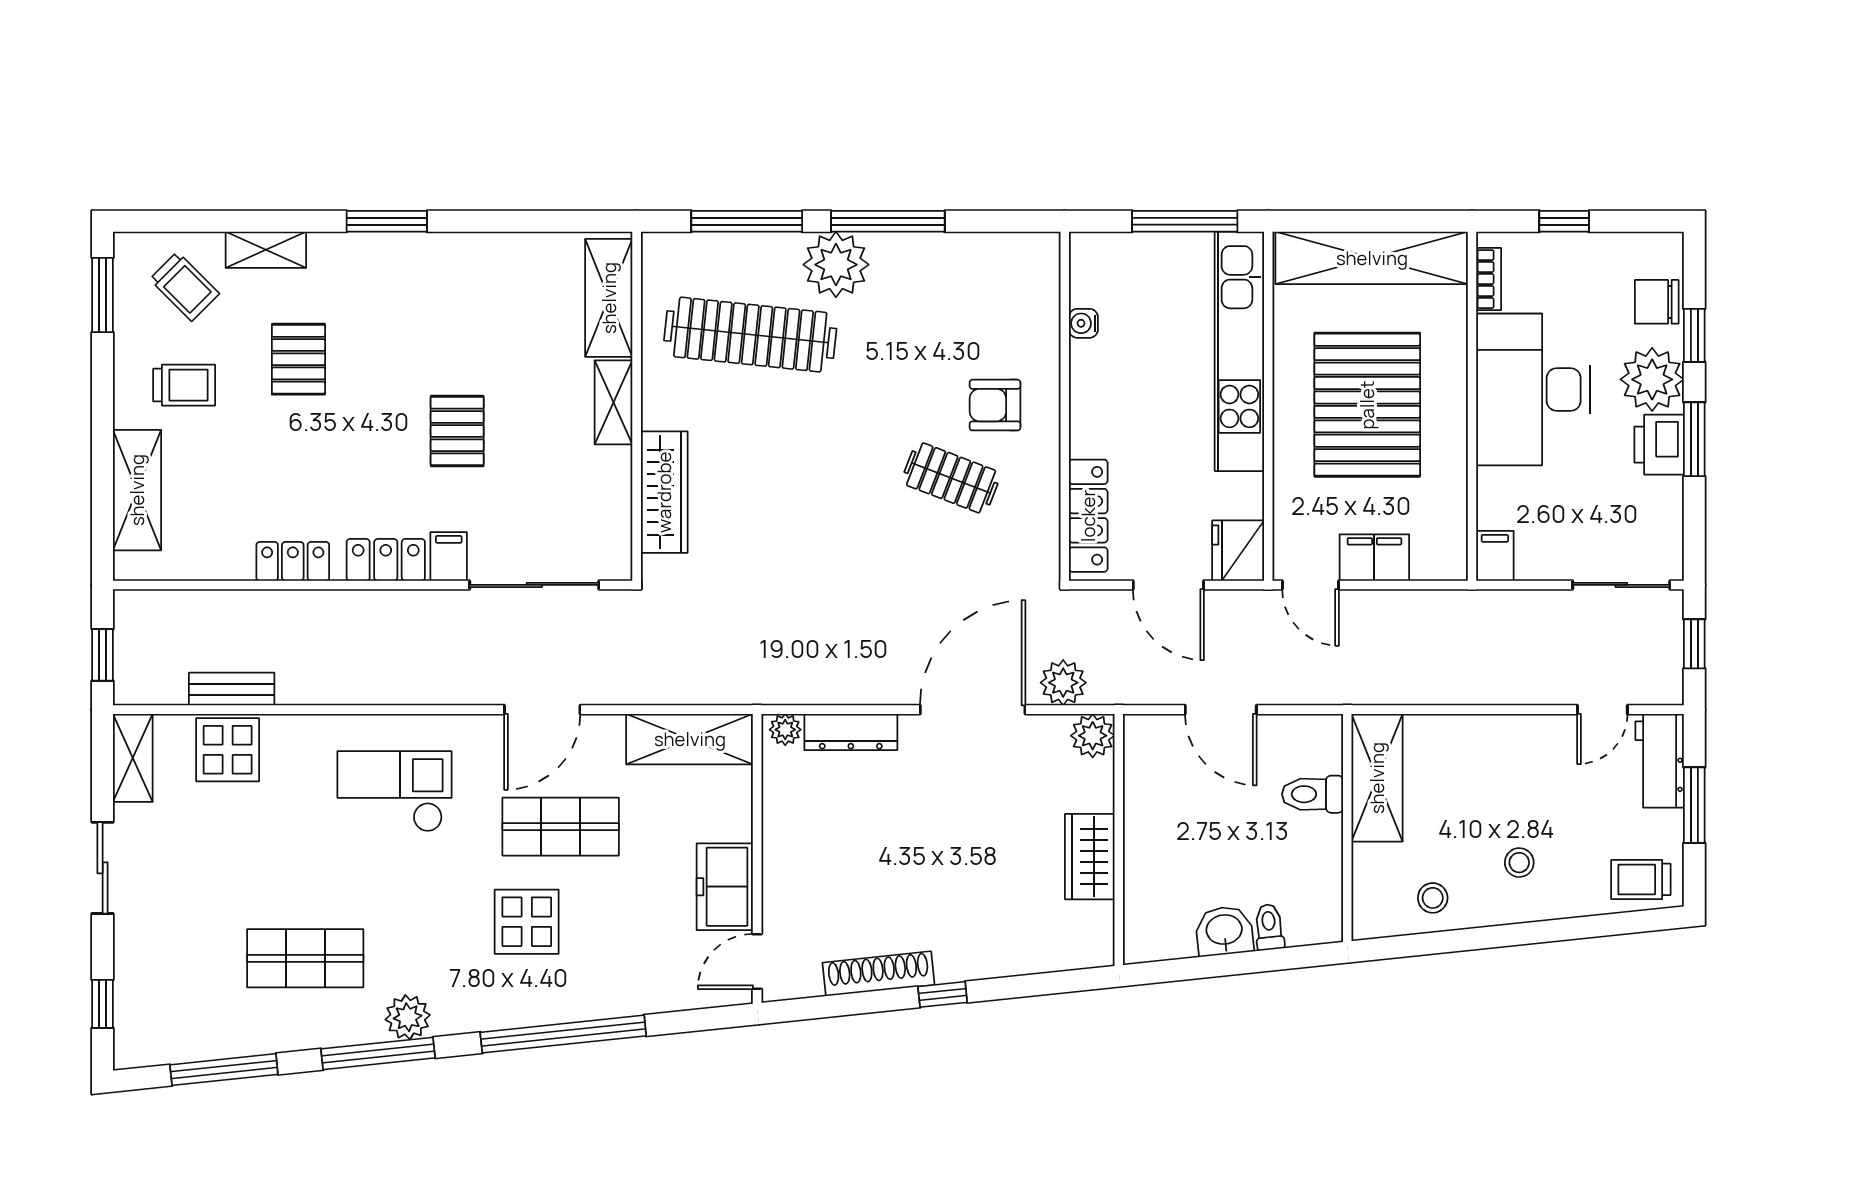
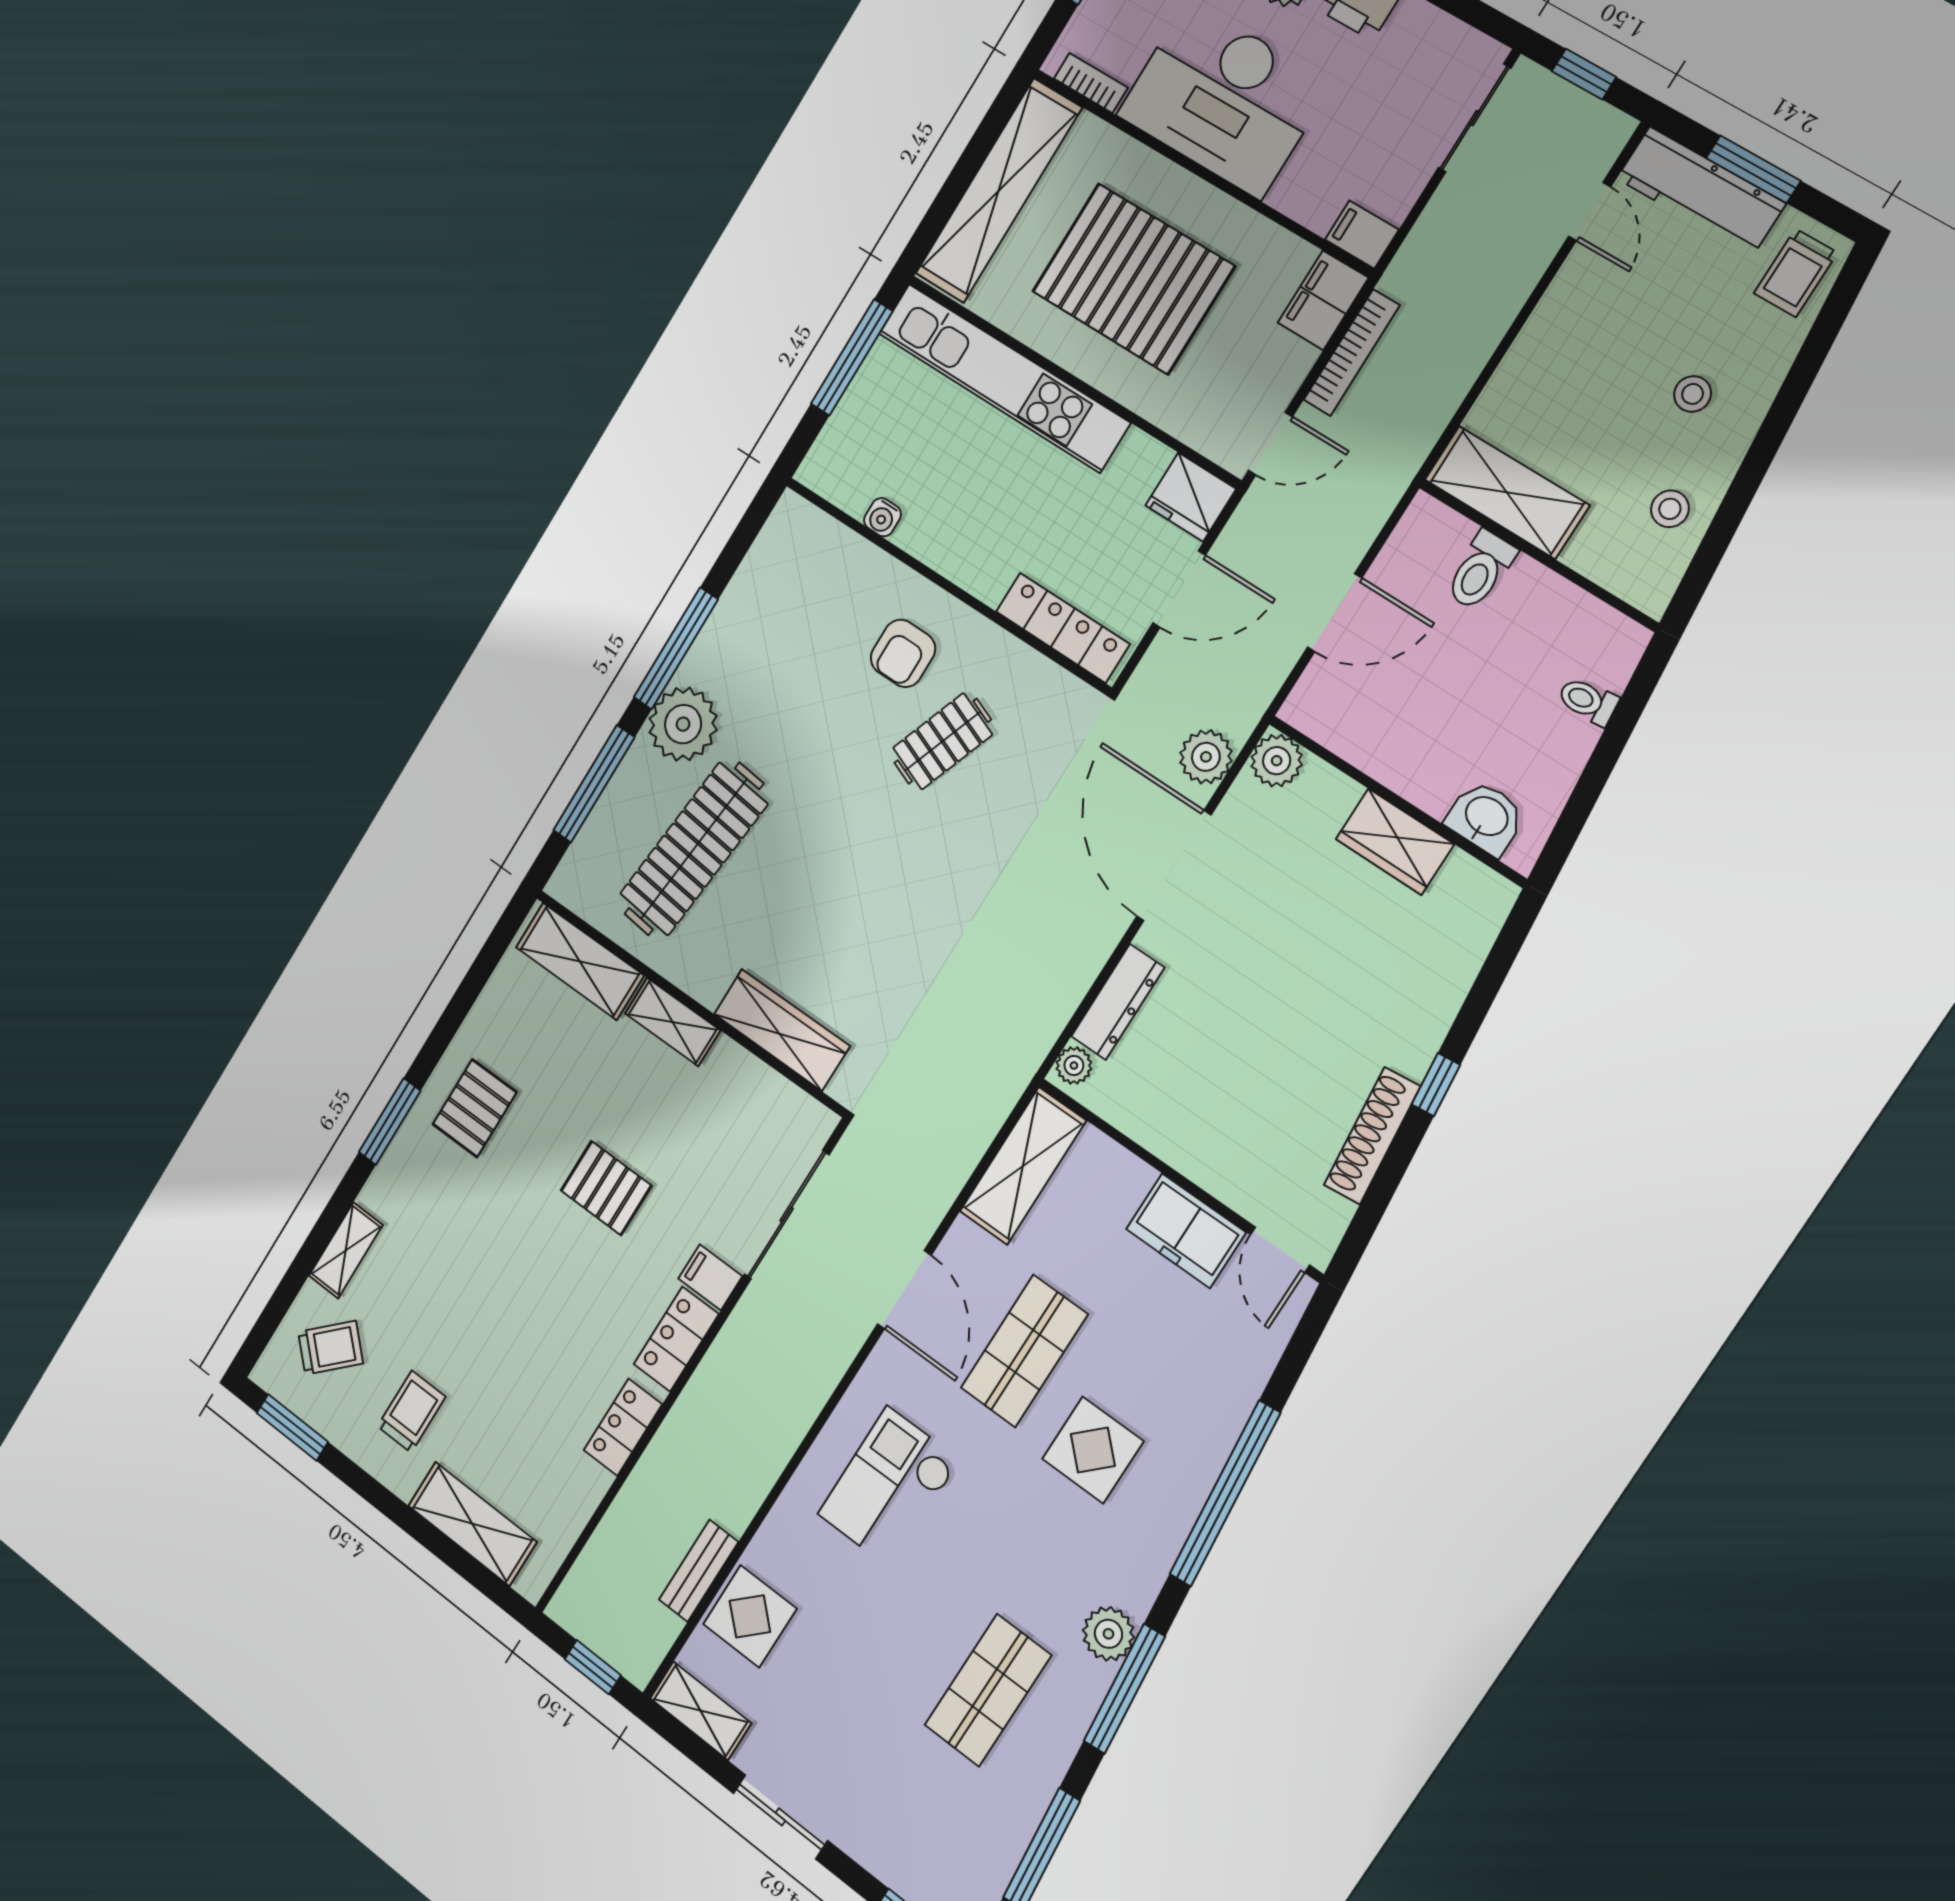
pallet: (298, 359) -> (475, 1108), moved, turned 90
filing cabinet: (1374, 558) -> (1323, 300), moved
bookcase: (1408, 603) -> (1352, 353), added
workbench: (1660, 761) -> (1701, 191), width x1.38
washbasin: (1224, 931) -> (1486, 818), moved, turned 96

